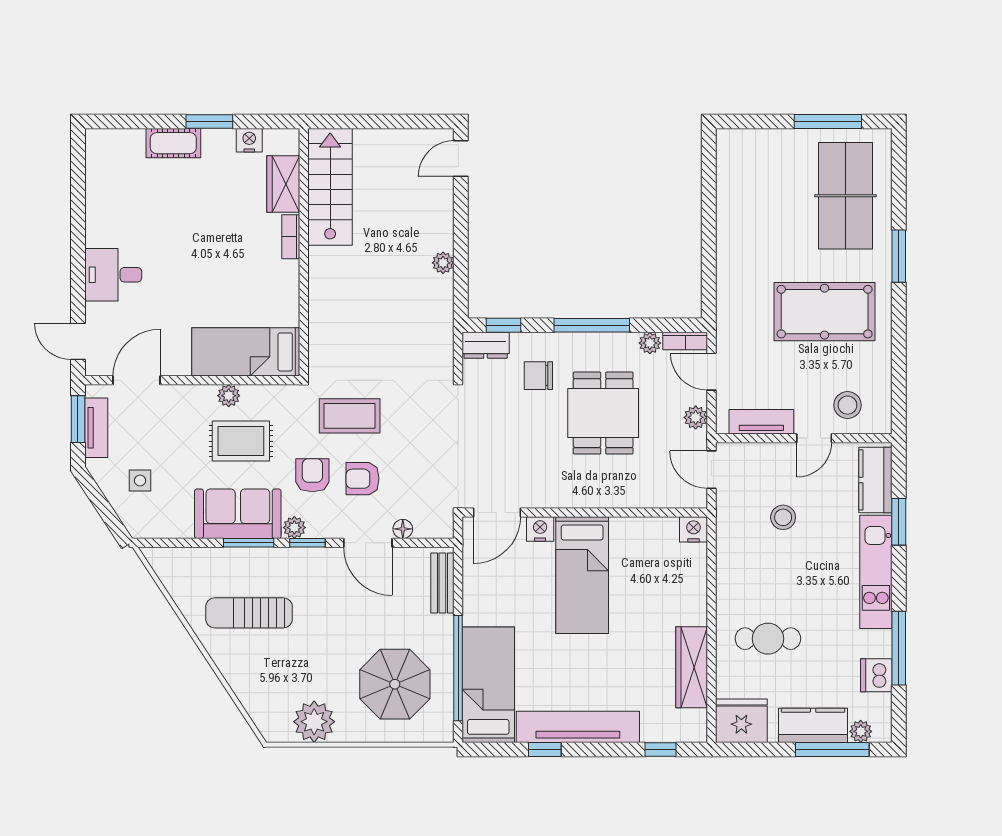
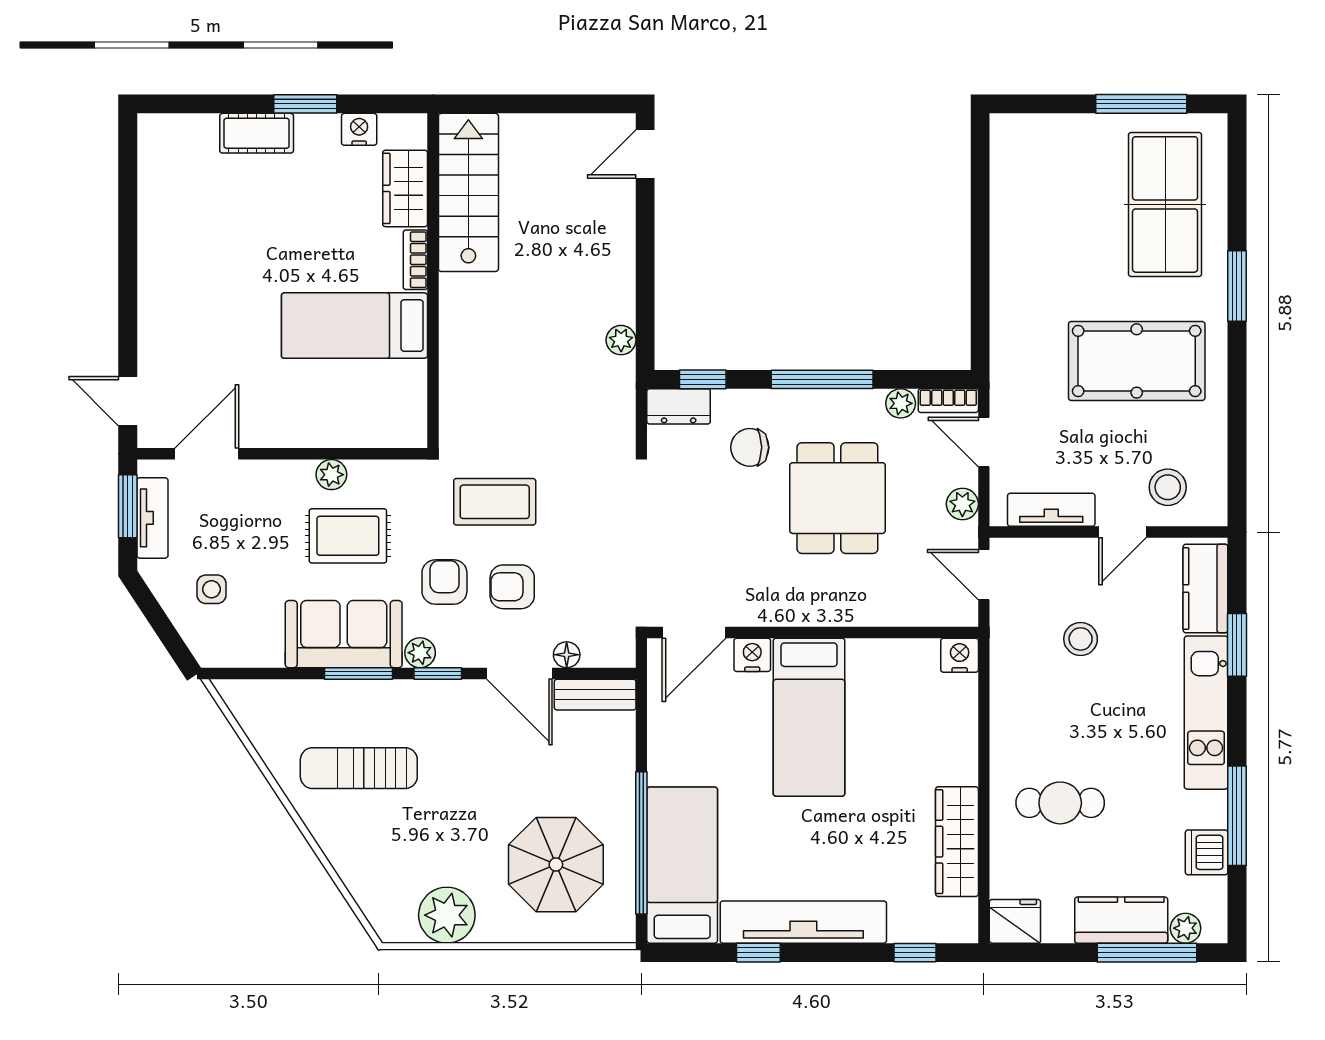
plant: (443, 263) -> (621, 340), moved
desk: (113, 275) -> (175, 311), removed
bed: (246, 352) -> (354, 326), moved
bench: (442, 583) -> (595, 695), moved, turned 90
fridge: (741, 721) -> (1015, 921), width x0.73, depth x0.75

